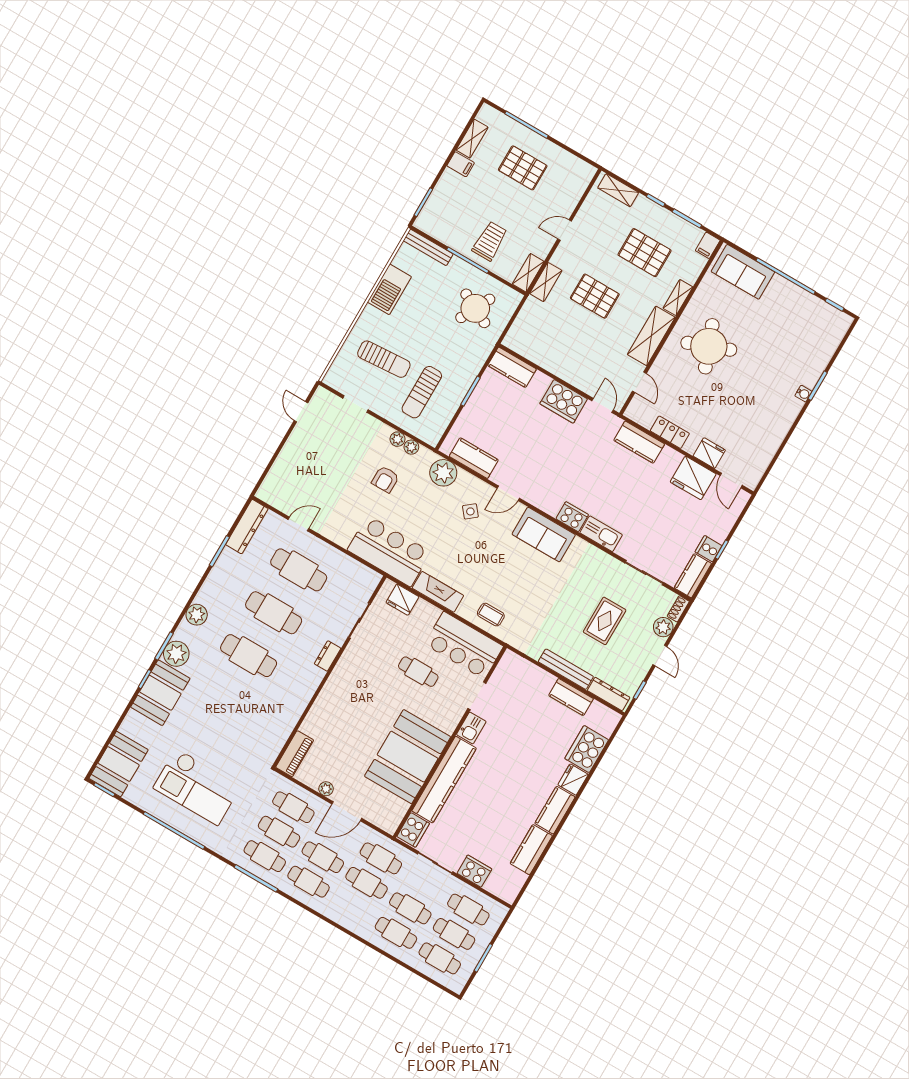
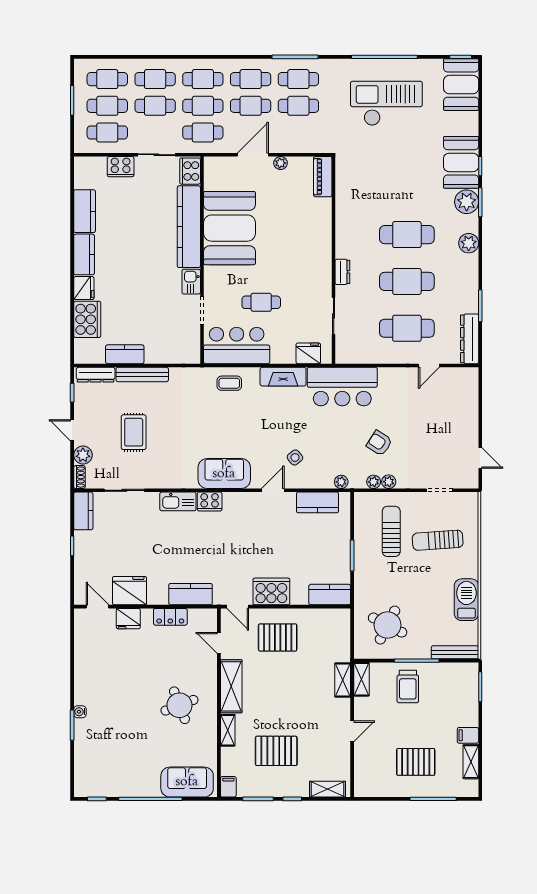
pallet: (595, 296) -> (278, 637), moved
round table: (709, 346) -> (179, 705), width x0.73, depth x0.73
plant: (443, 473) -> (341, 482), width x0.53, depth x0.53
armchair: (385, 479) -> (379, 443), turned -57
cooker: (708, 549) -> (83, 540), removed
cafe table: (293, 807) -> (203, 79), moved

